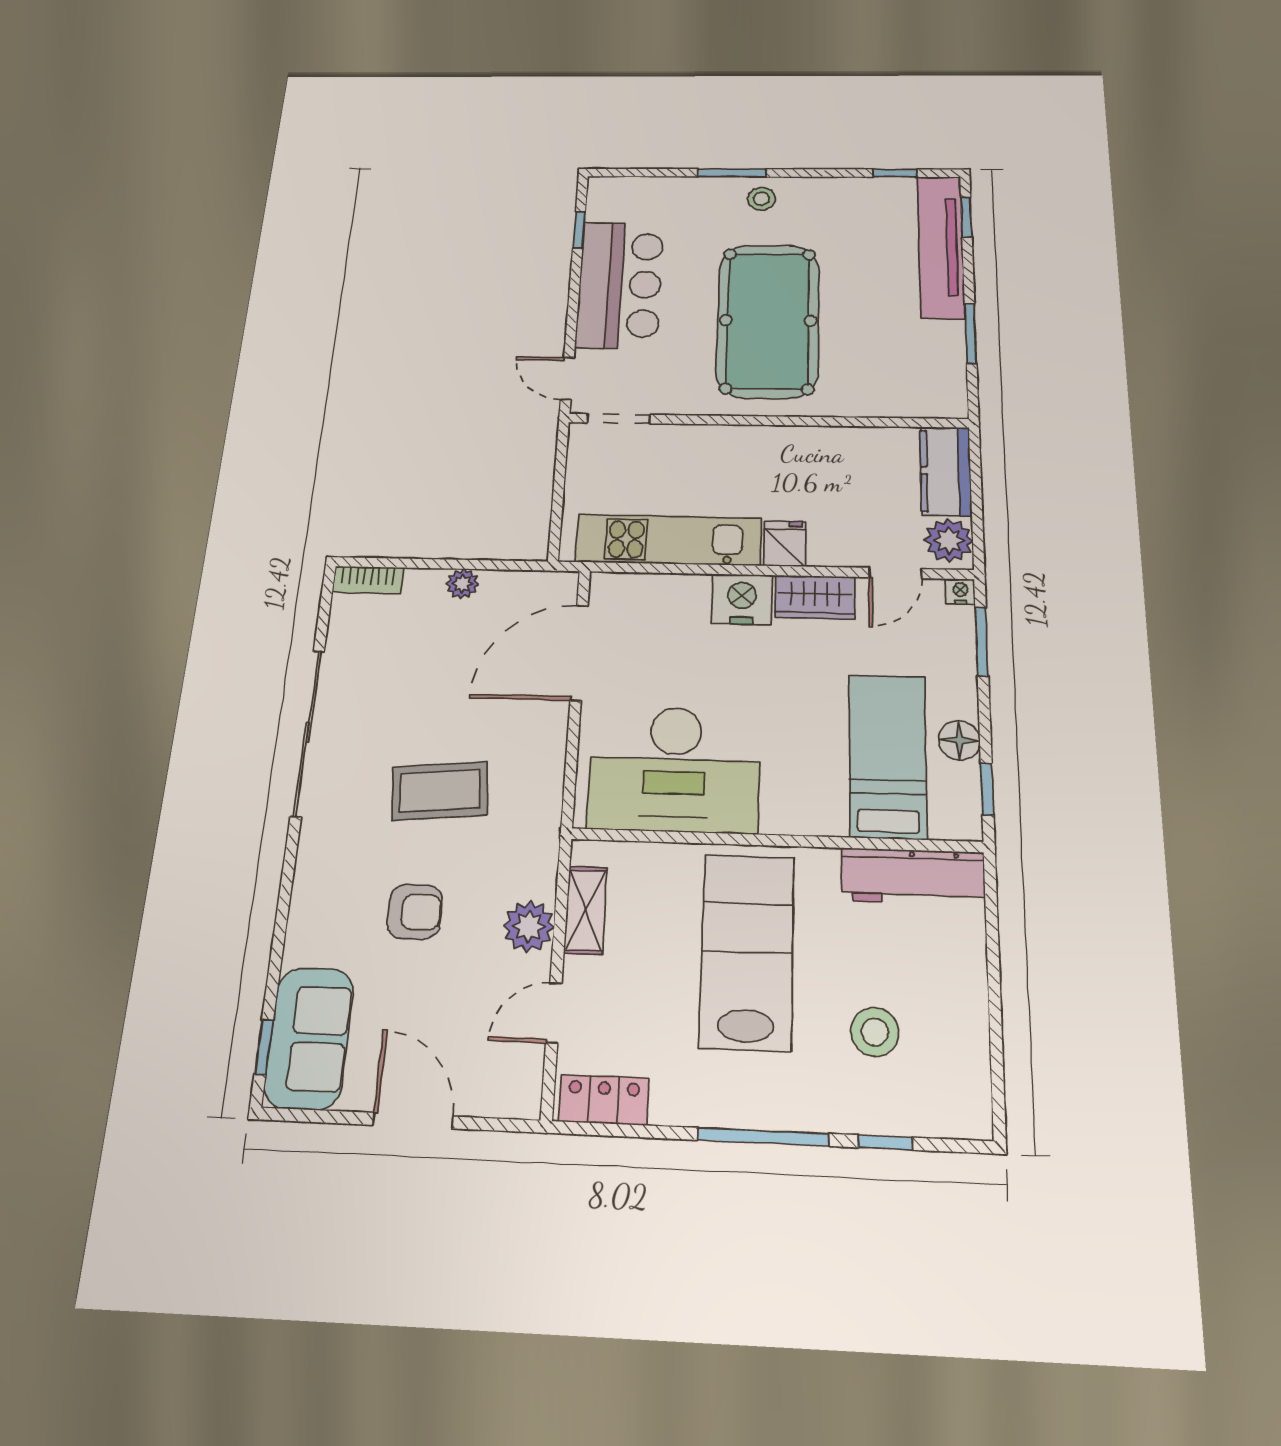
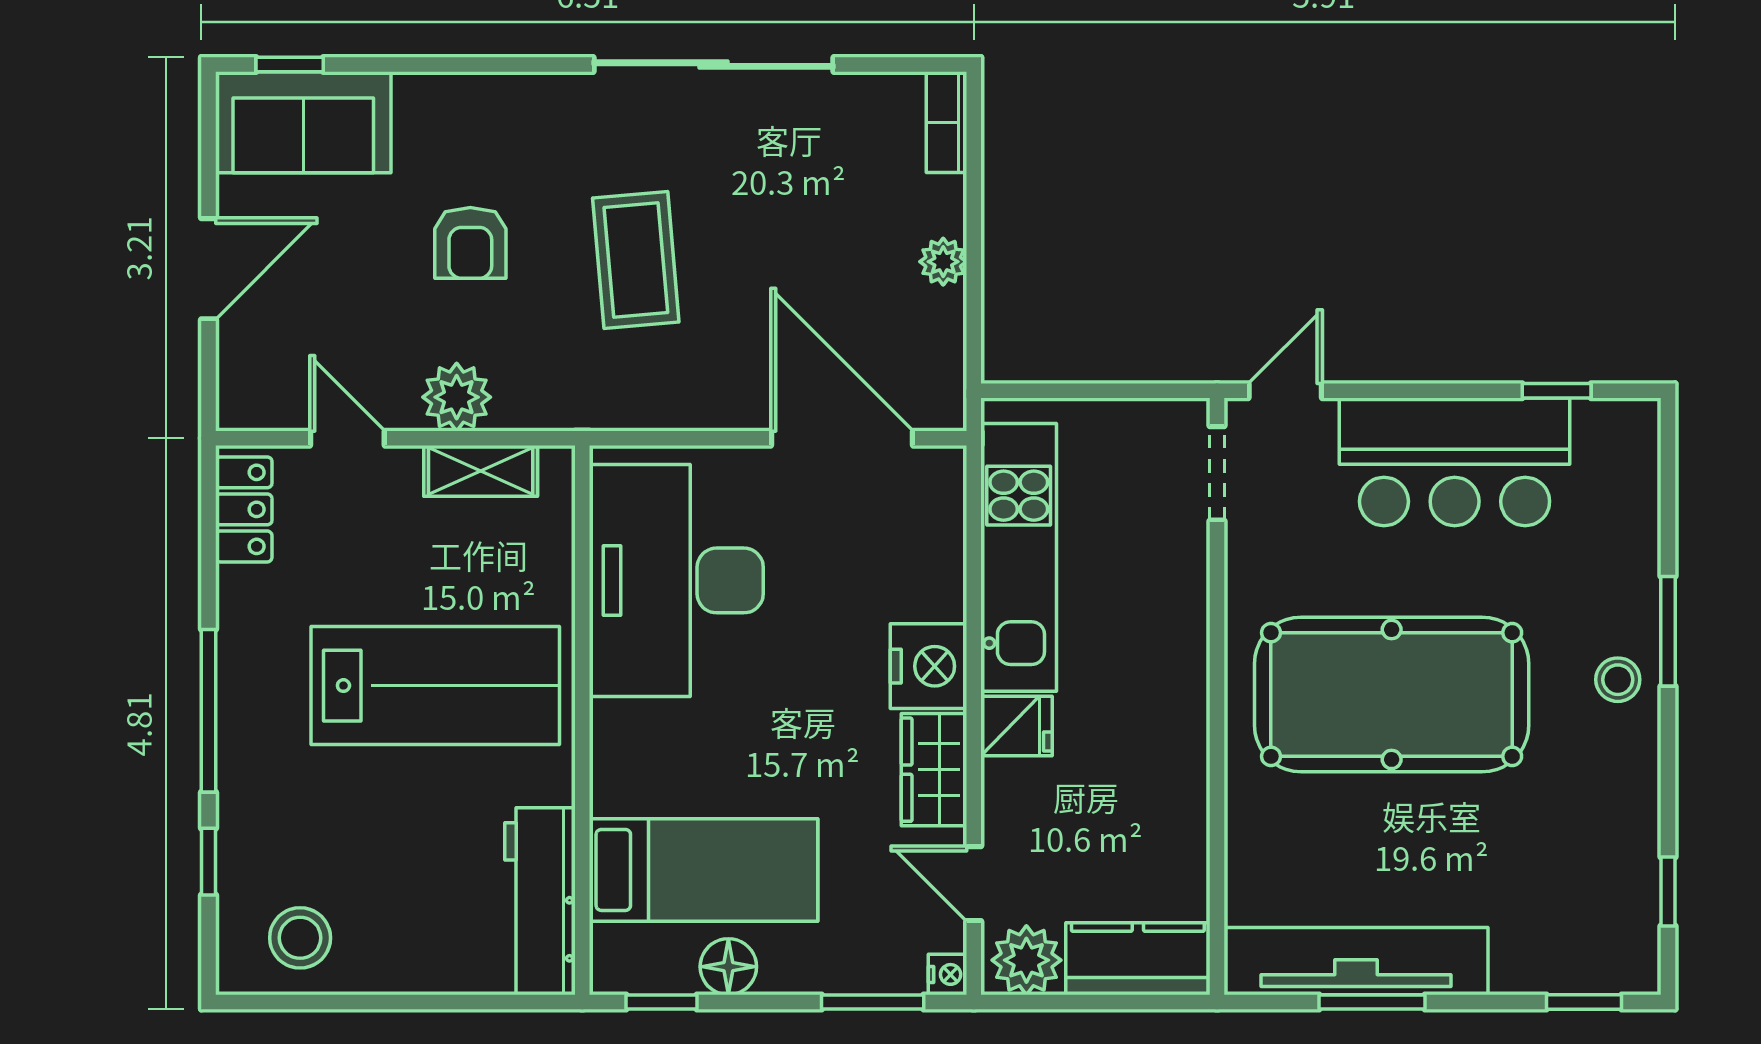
tv unit: (941, 246) -> (1356, 961), moved
stool: (875, 1032) -> (300, 938), moved

